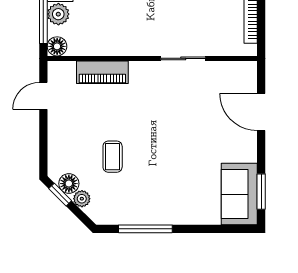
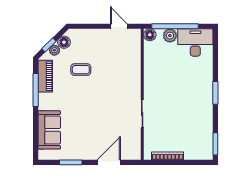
piano: (102, 72) -> (45, 76), moved, turned 180
window: (261, 192) -> (71, 162), moved
sofa: (239, 194) -> (49, 130), moved, turned 90
window: (60, 195) -> (49, 45), moved

